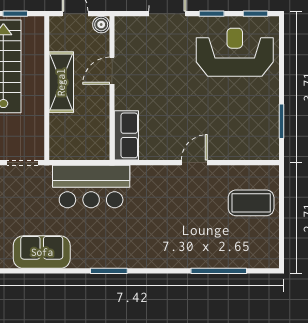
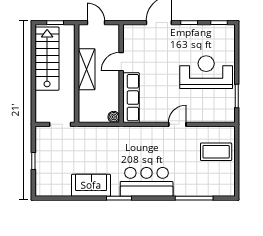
boiler: (101, 25) -> (114, 117), moved
reception desk: (235, 52) -> (206, 72), moved
row of seats: (126, 135) -> (131, 98), width x1.48
bar counter: (91, 187) -> (147, 182), moved, turned 180
sofa: (42, 252) -> (91, 185), moved

